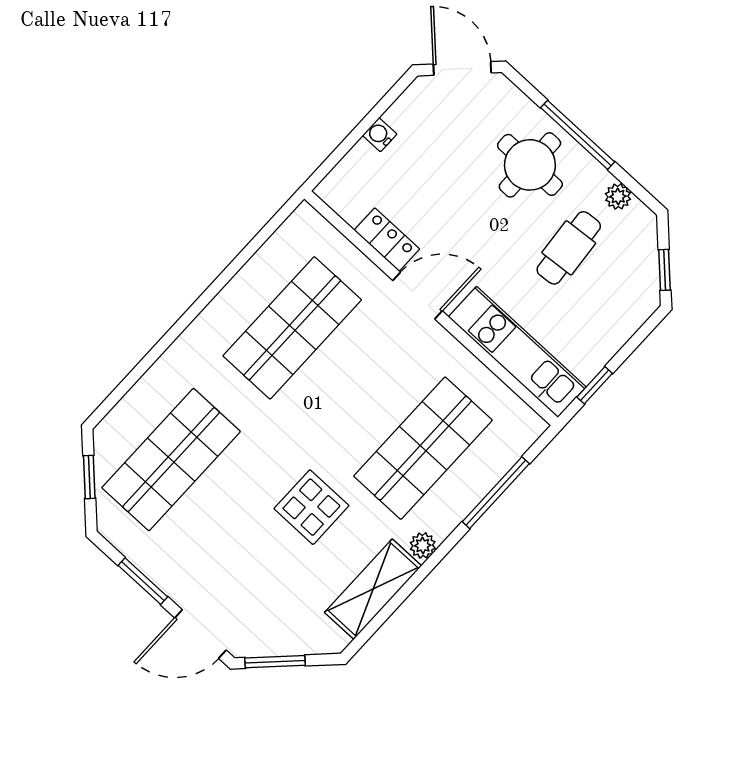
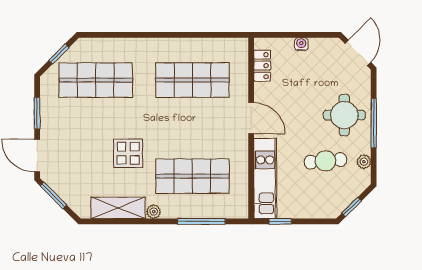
locker: (387, 240) -> (262, 66), moved

